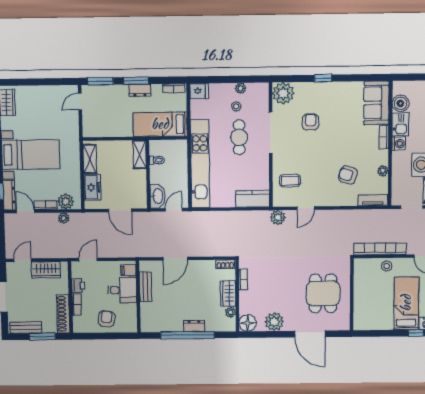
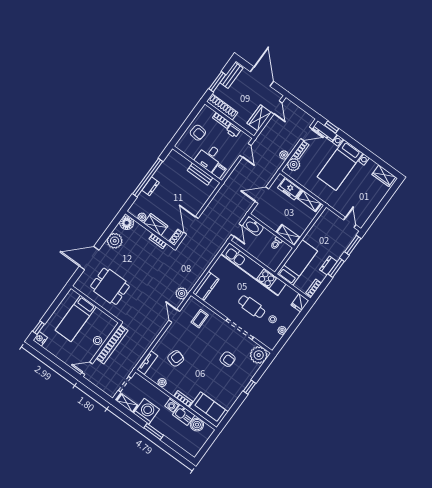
door: (175, 259) -> (191, 225), moved
bed: (406, 303) -> (76, 319), moved, turned 90

